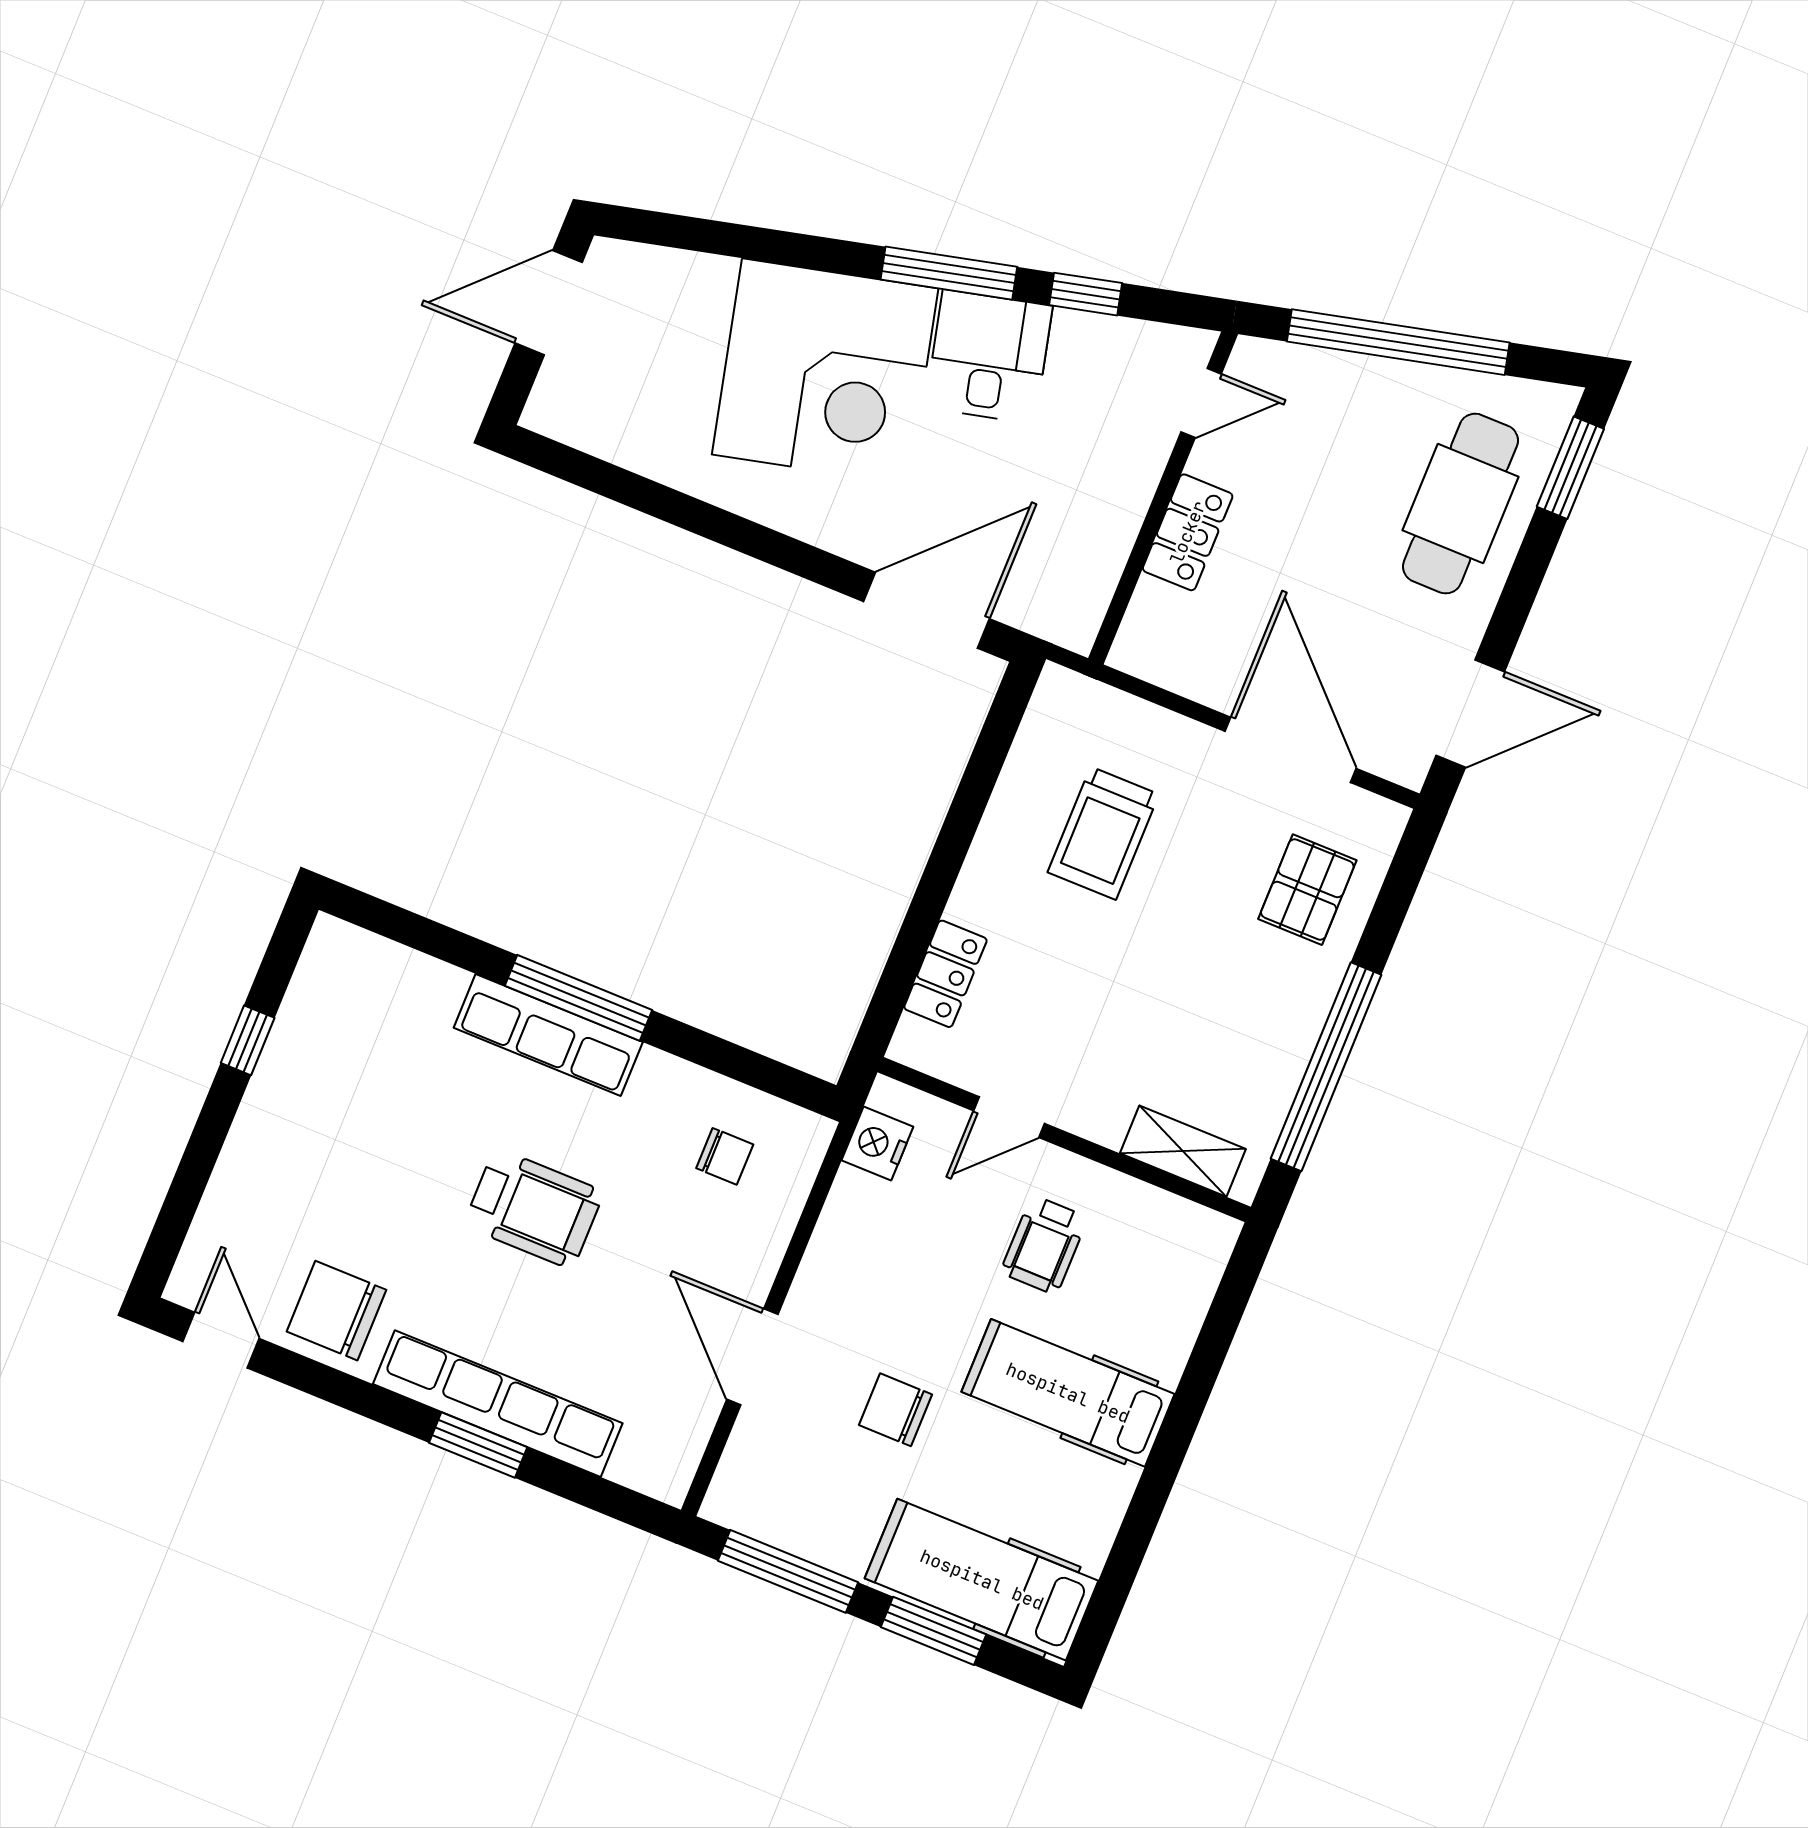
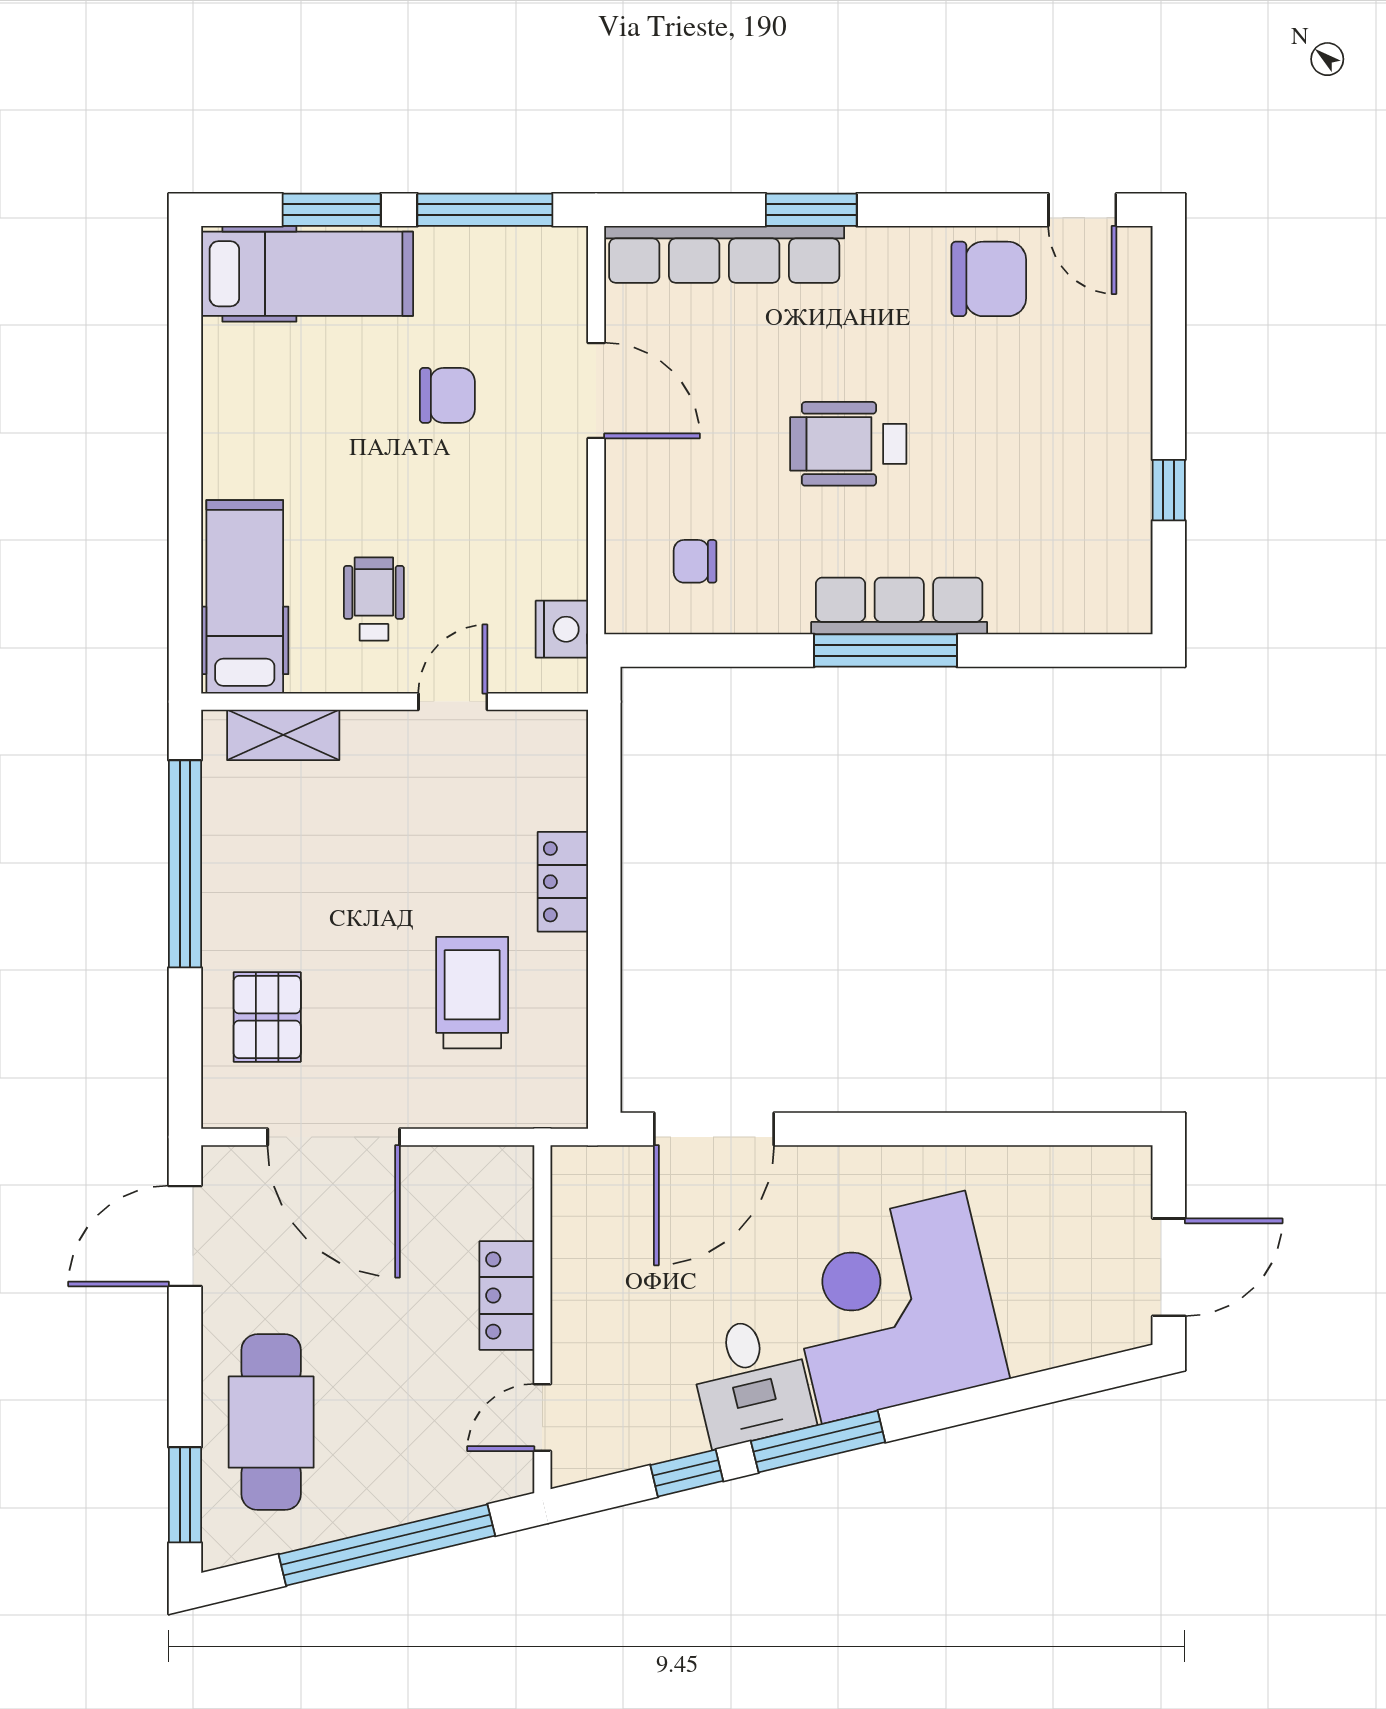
locker: (945, 974) -> (563, 882), moved
hospital bed: (1068, 1393) -> (245, 597), moved, turned -90
row of seats: (498, 1404) -> (724, 254), moved

